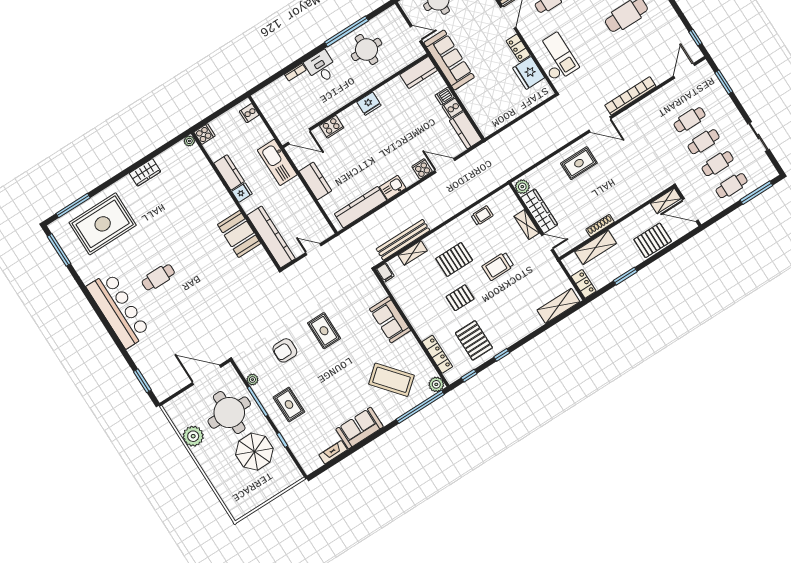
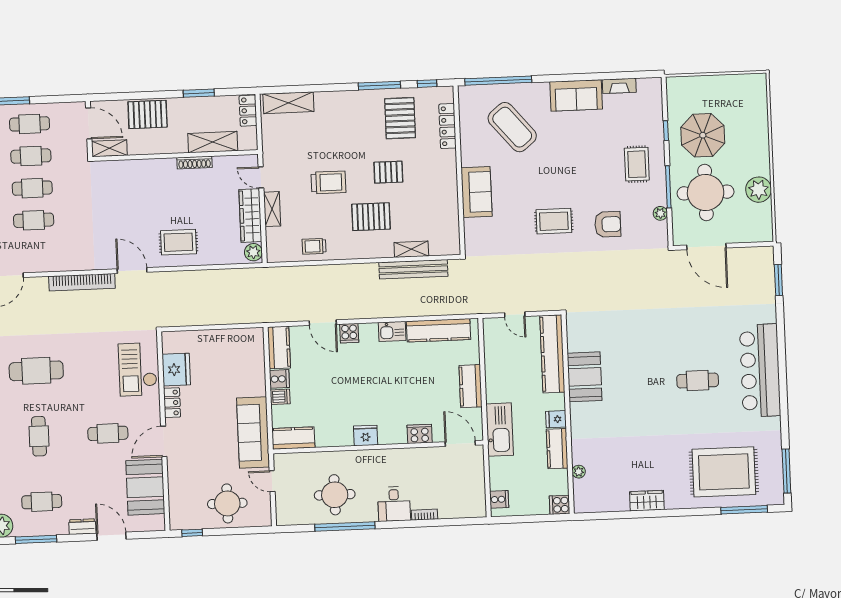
plant: (189, 141) -> (579, 472), moved
filing cabinet: (385, 273) -> (453, 245), removed
rug: (324, 331) -> (554, 221), turned 90
window: (502, 355) -> (379, 86), width x2.17
plant: (436, 384) -> (467, 95), removed

